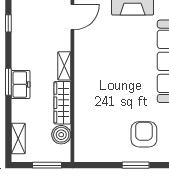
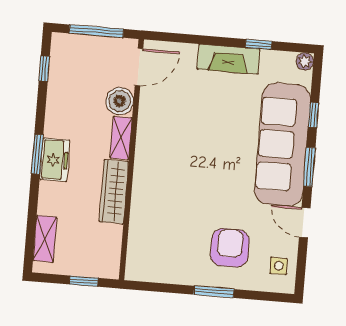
boiler: (61, 135) -> (120, 101), moved
window: (47, 165) -> (84, 281), width x0.67

